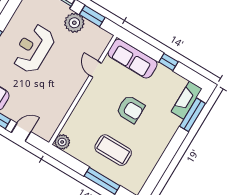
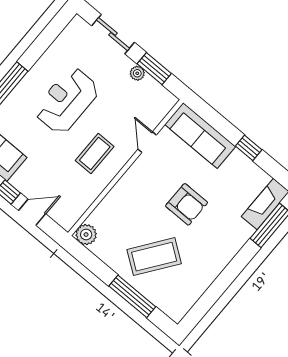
plant: (74, 23) -> (137, 73), width x0.53, depth x0.53
coffee table: (59, 83) -> (95, 153), added
coffee table: (113, 150) -> (154, 257), turned -54

